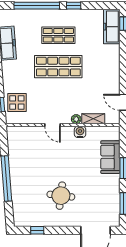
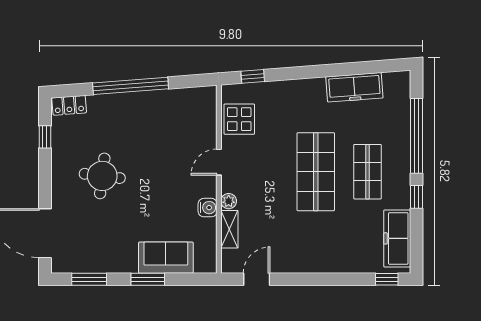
freezer: (112, 27) -> (397, 238), moved, turned -90
display table: (17, 102) -> (239, 119), moved
locker: (18, 216) -> (69, 105), added

